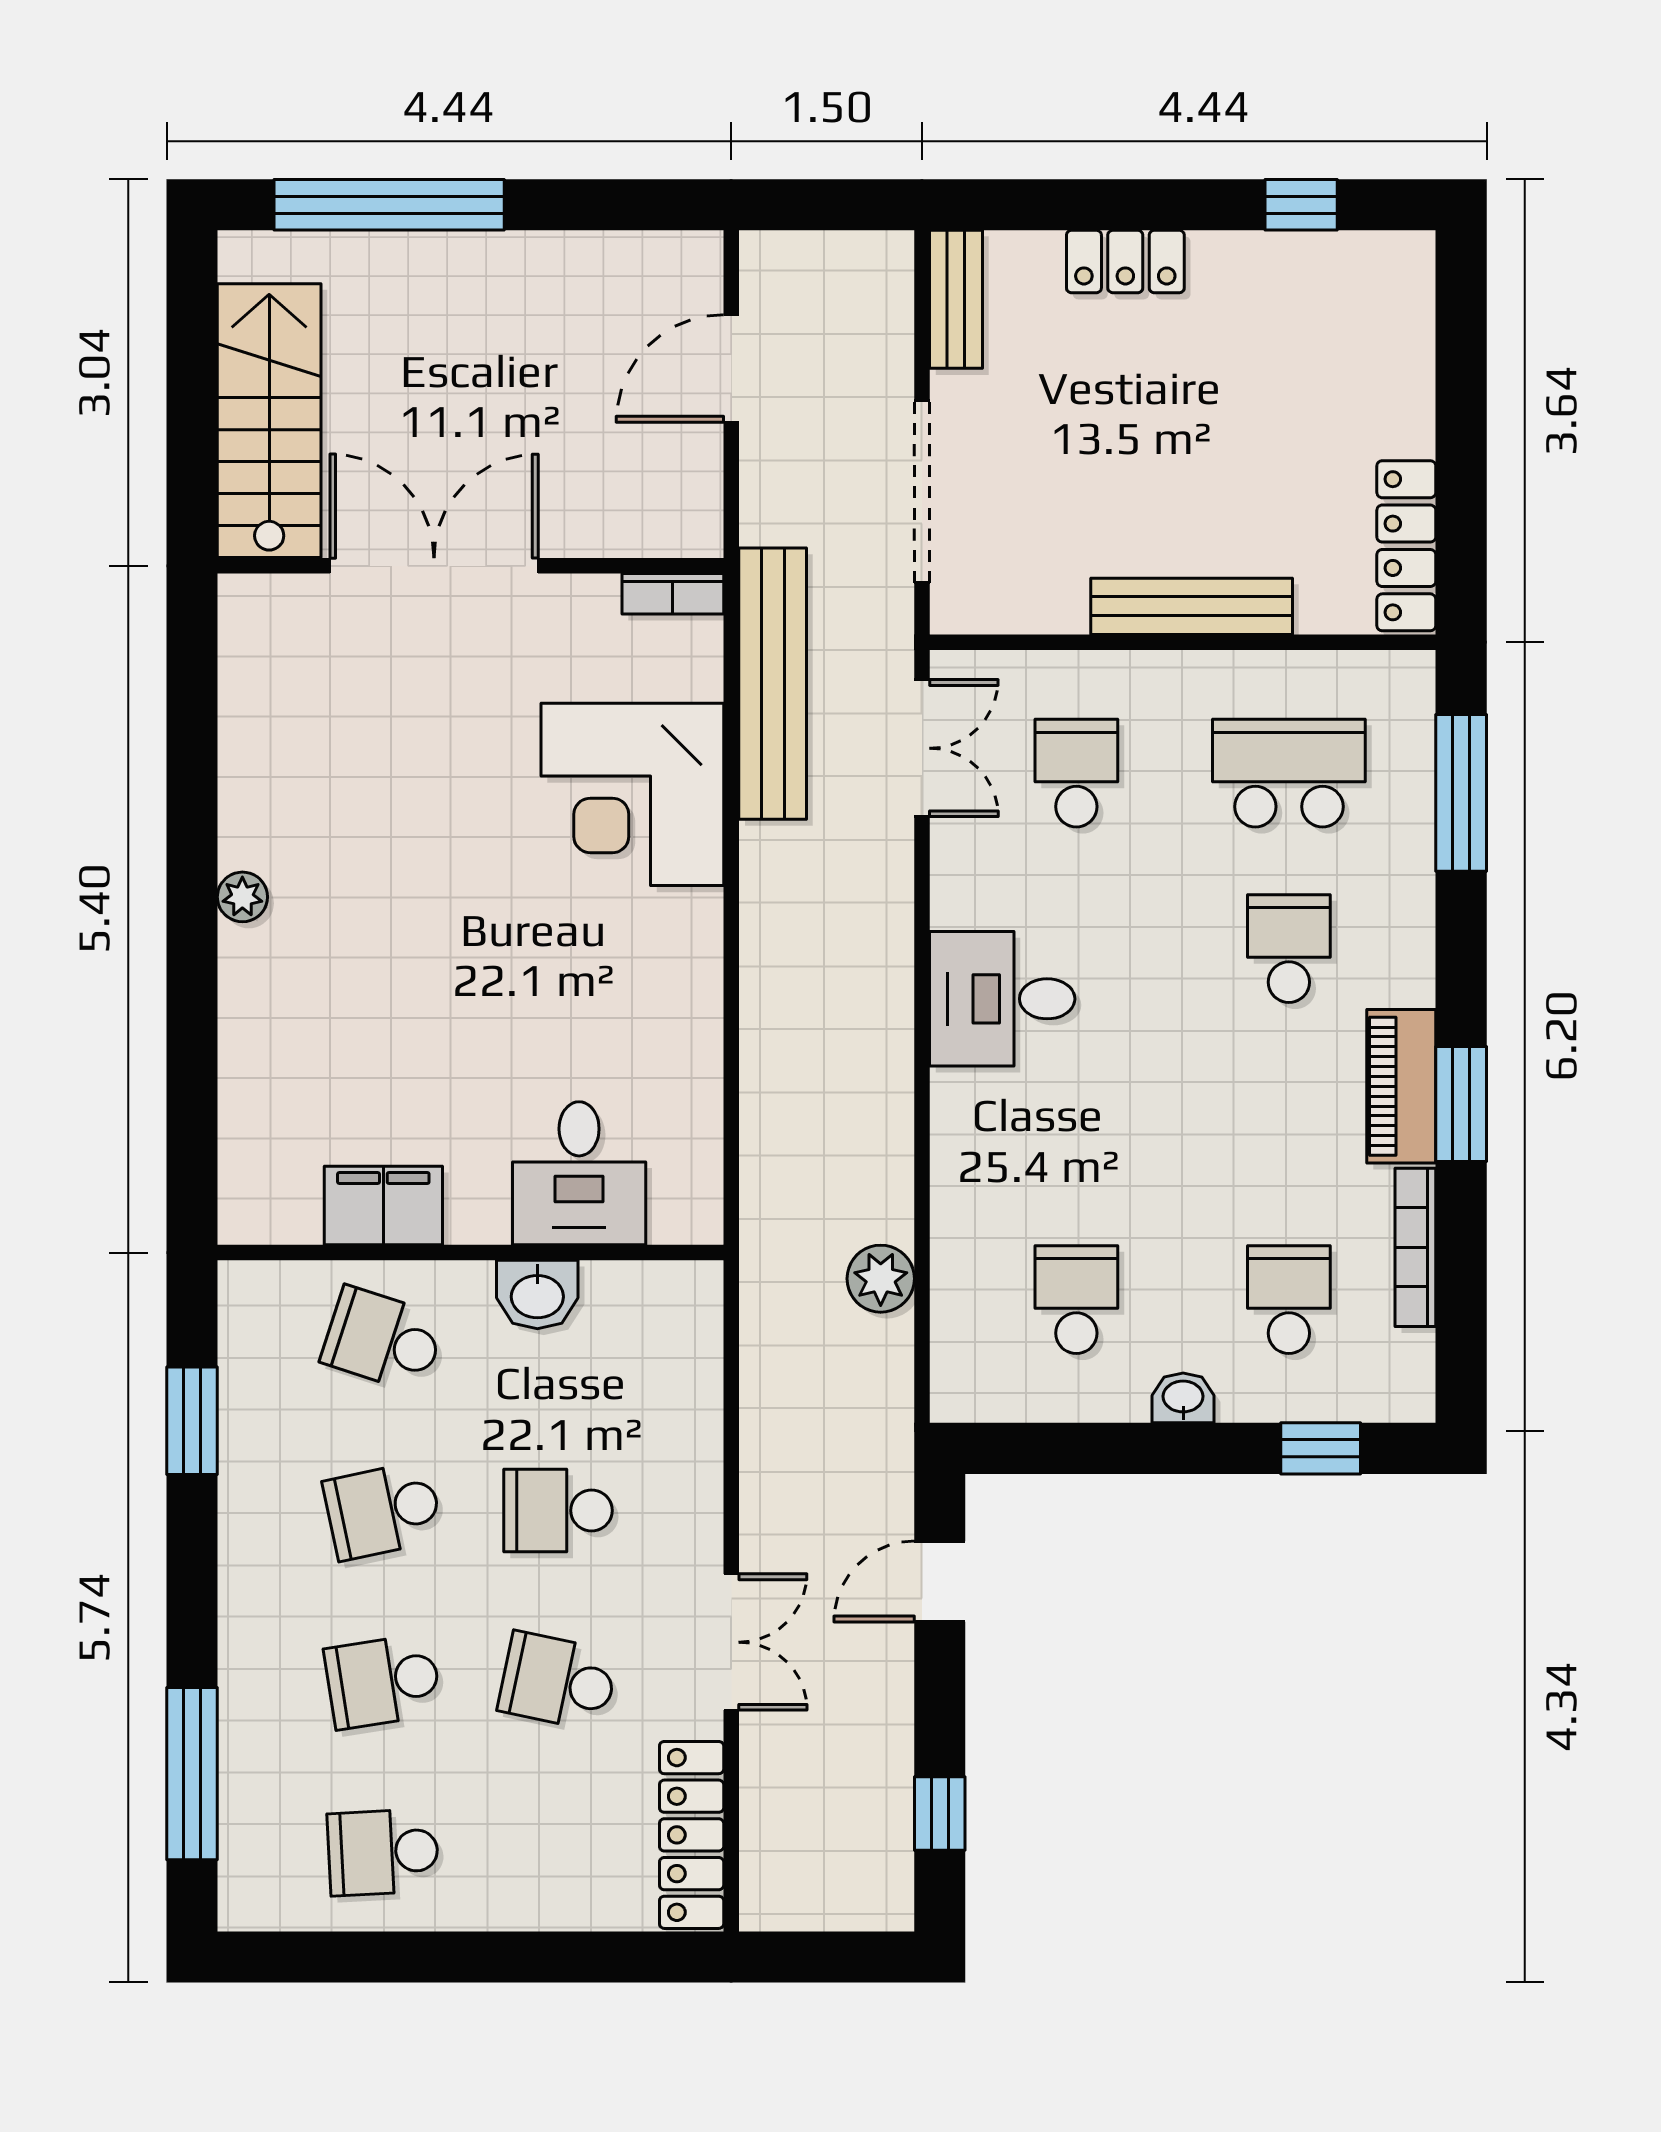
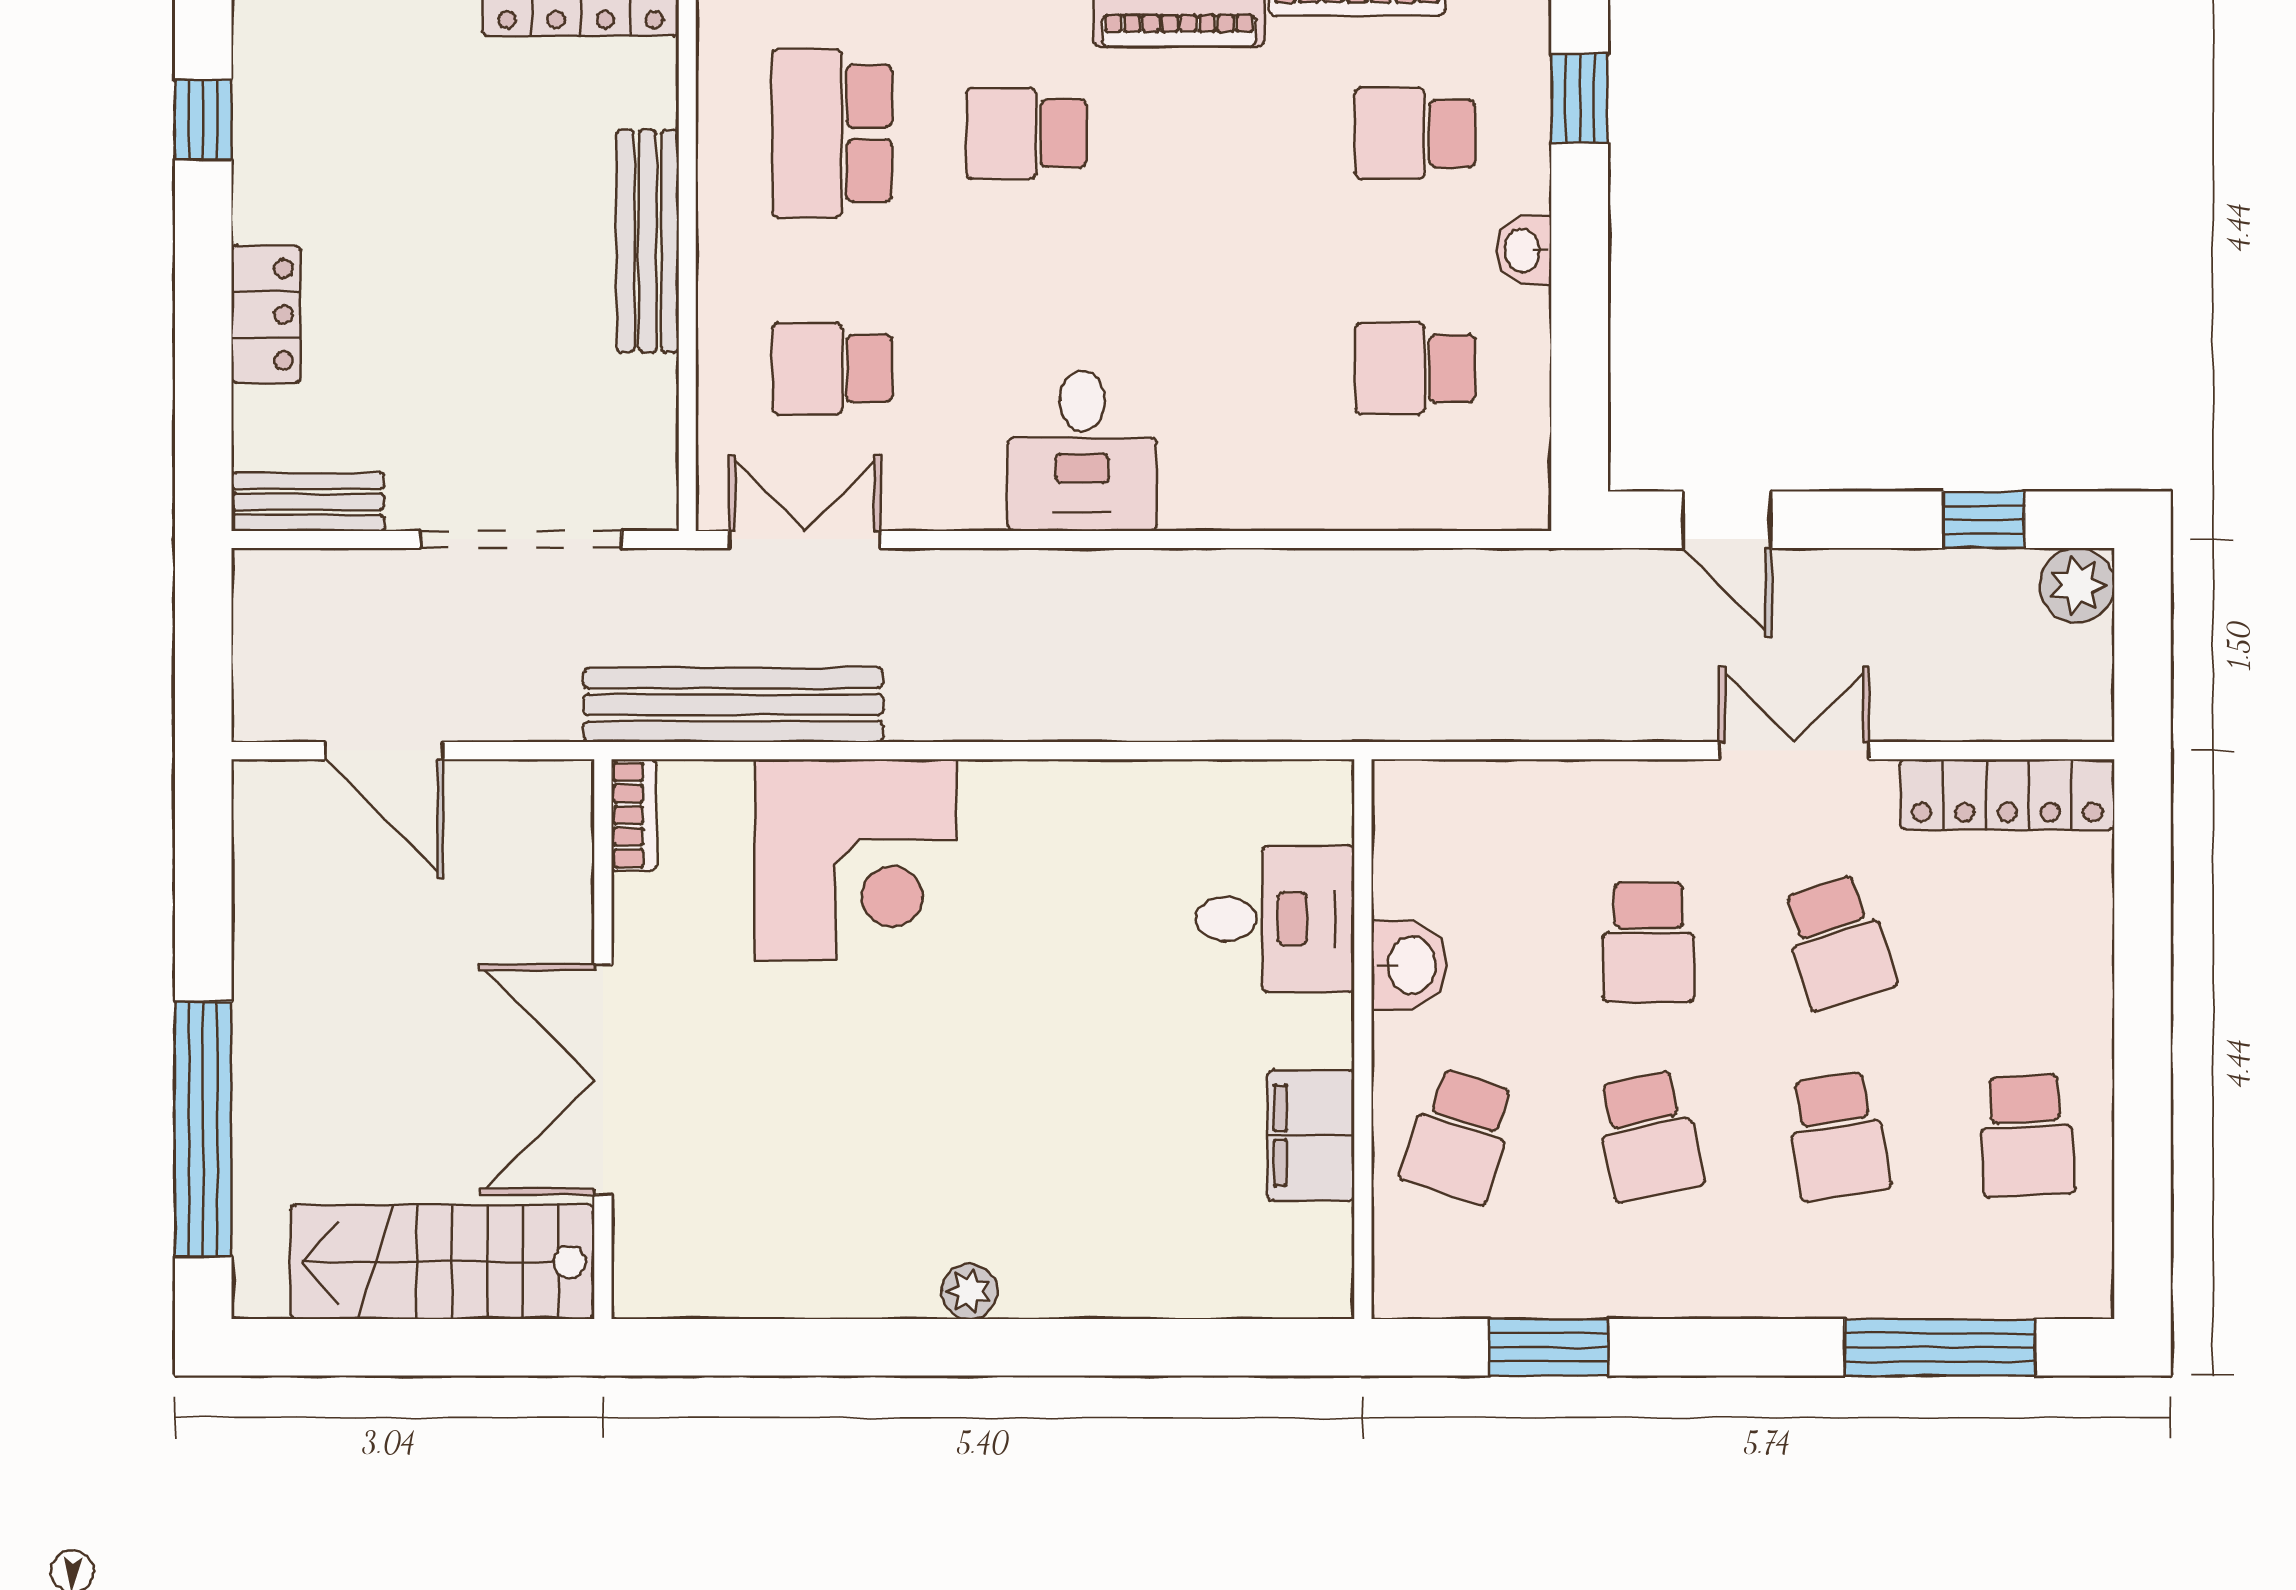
plant: (881, 1279) -> (2077, 585), moved
school desk: (558, 1681) -> (1837, 942), turned -30

